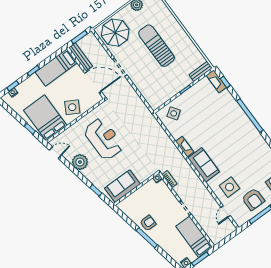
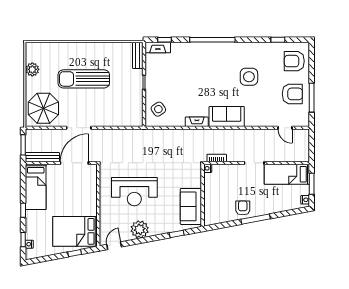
side table: (72, 107) -> (83, 199), removed
reception desk: (104, 139) -> (134, 192), turned 180
side table: (230, 187) -> (249, 77), moved

